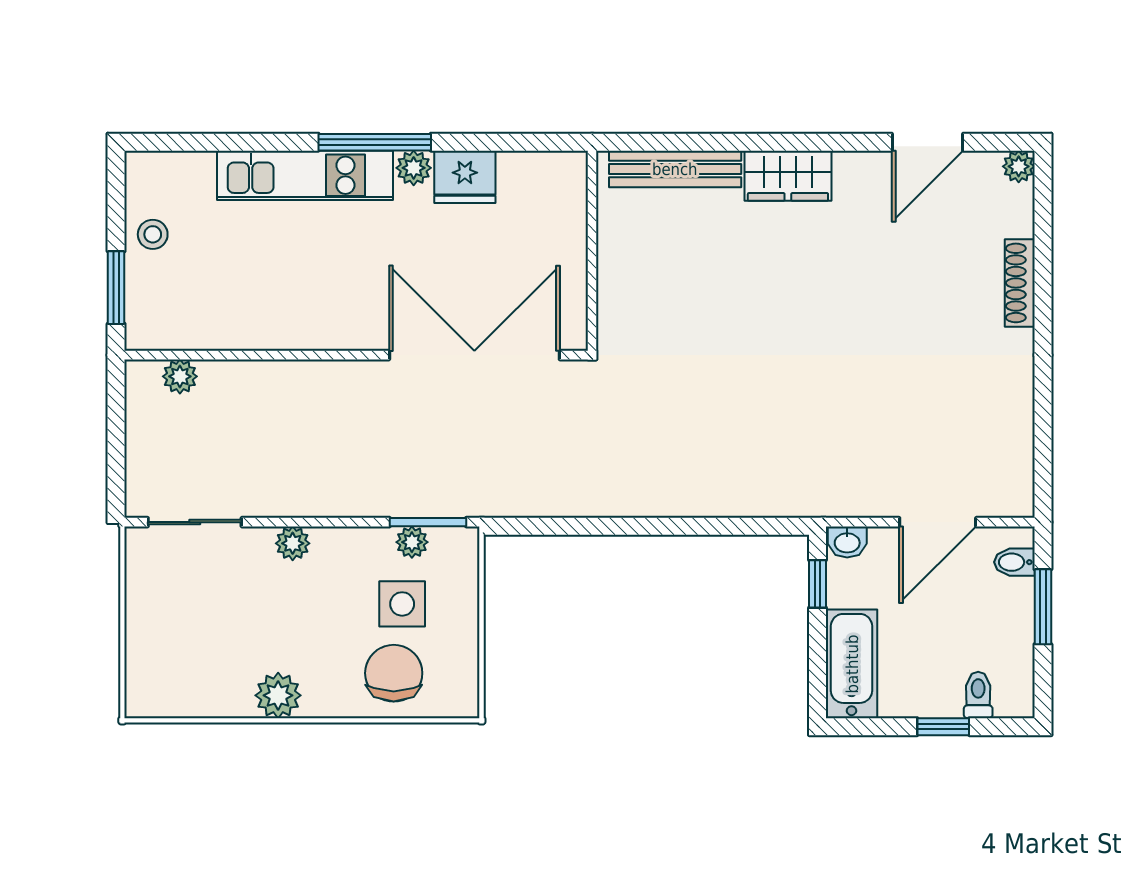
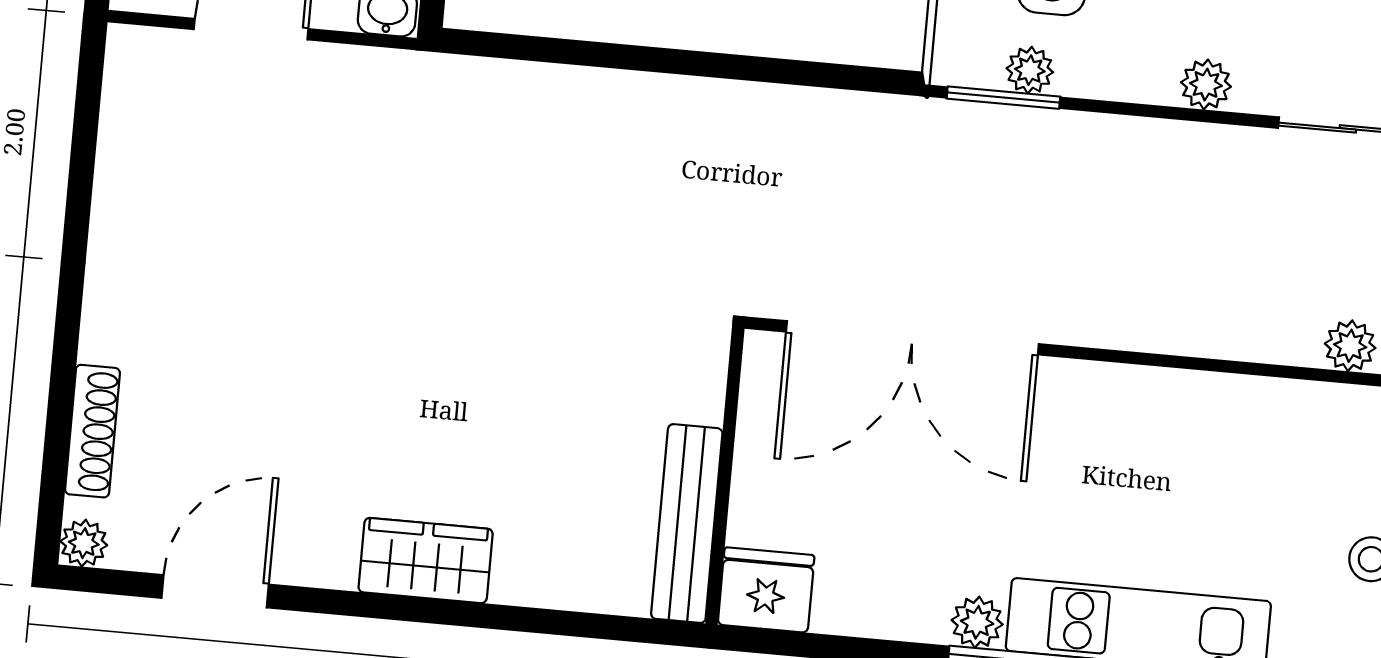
bench: (675, 169) -> (687, 524), moved, turned 90
fridge: (465, 177) -> (766, 590), moved
shoe rack: (1020, 283) -> (92, 431), moved

